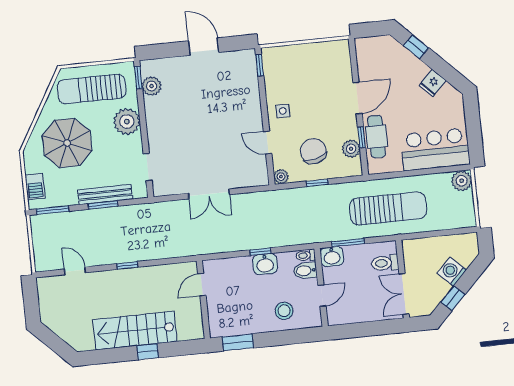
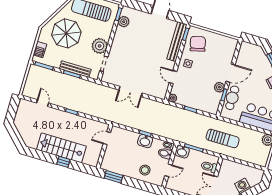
bench: (250, 83) -> (177, 42), added
plant: (127, 122) -> (100, 46), moved
plant: (351, 149) -> (219, 87), moved
chair: (313, 151) -> (198, 44), moved
sun lounger: (388, 209) -> (223, 138), width x0.73, depth x0.75

